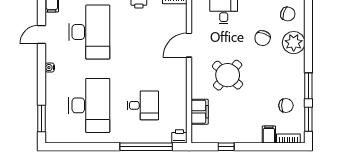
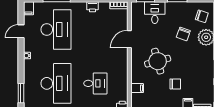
round table: (228, 75) -> (158, 61), turned 33
chair: (286, 106) -> (175, 84), moved
filing cabinet: (200, 112) -> (137, 88), width x0.50

